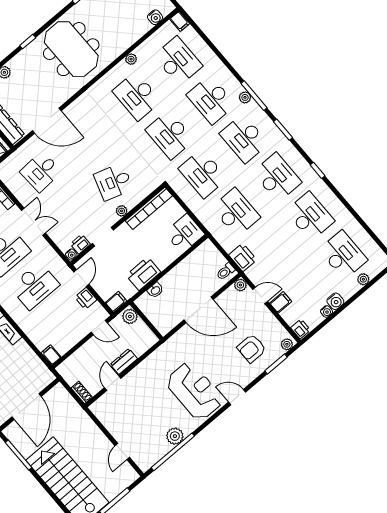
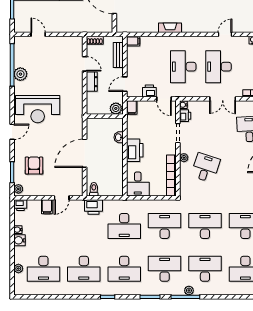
printer: (143, 274) -> (135, 150), moved
plant: (240, 285) -> (78, 191), removed
bench: (77, 358) -> (118, 55), added

